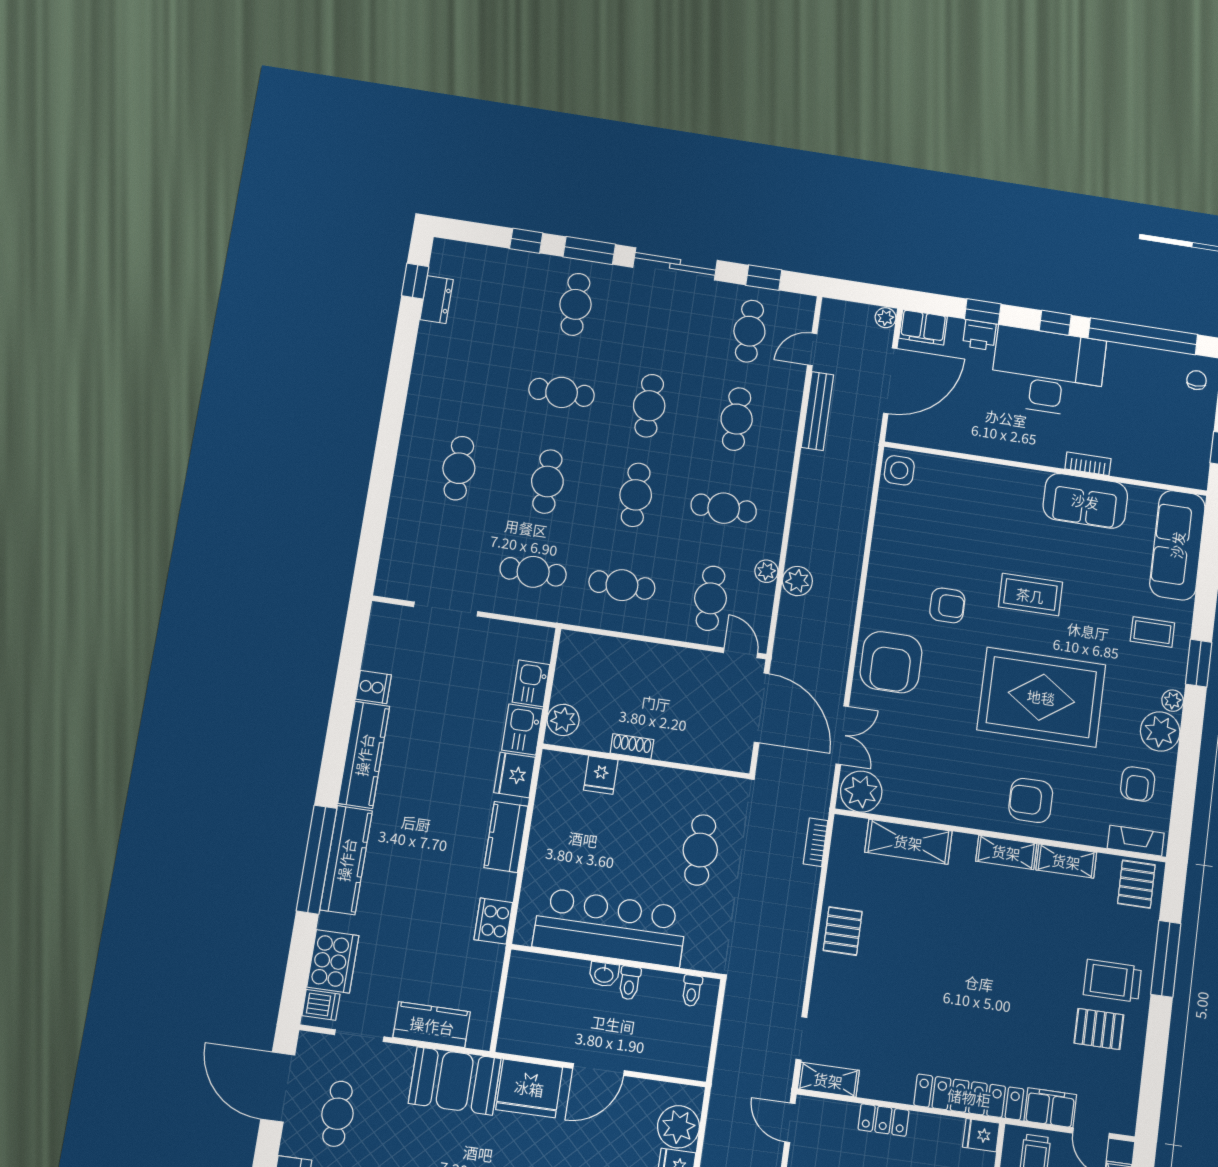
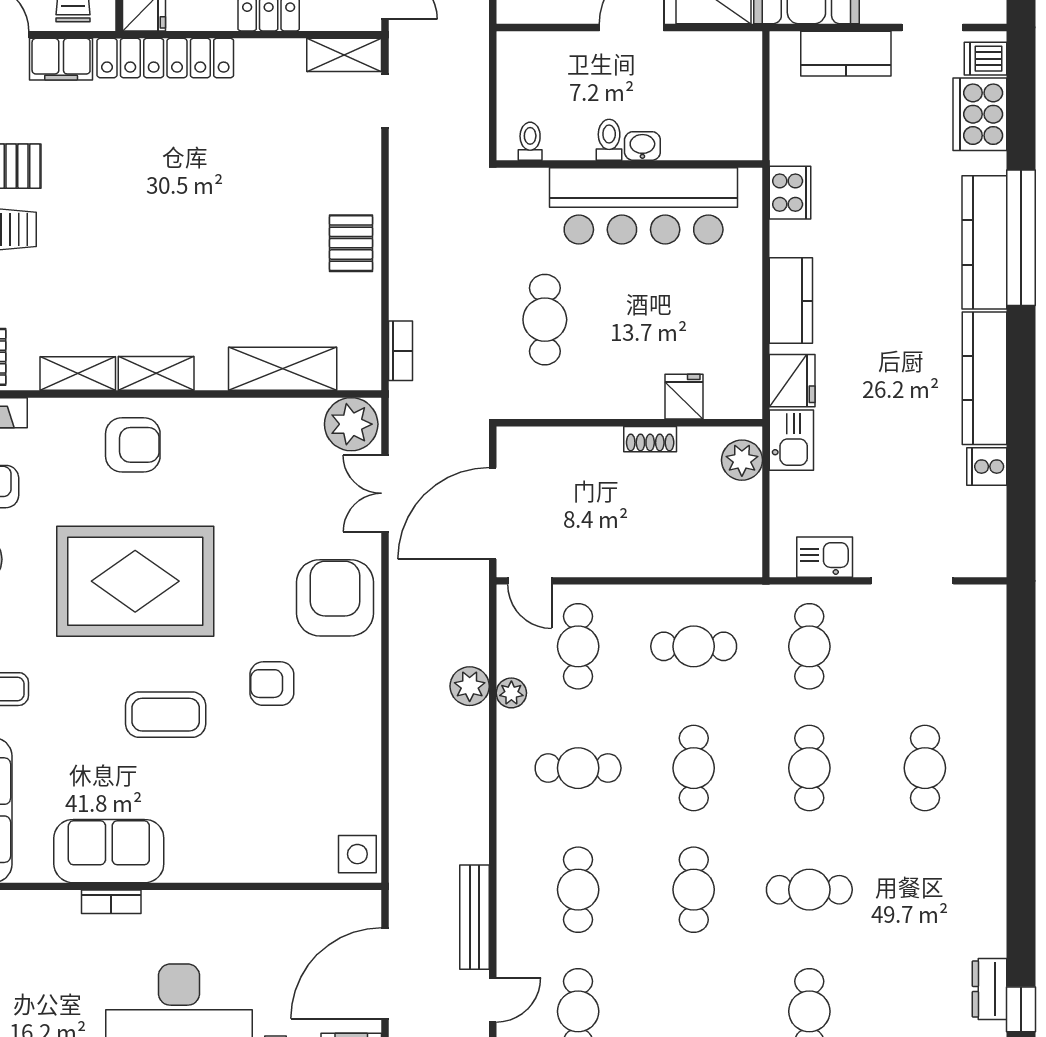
cafe table: (533, 572) -> (809, 646), turned 90
kitchen sink: (531, 683) -> (825, 557), moved, turned -90
door: (762, 708) -> (493, 513), hinge flipped

